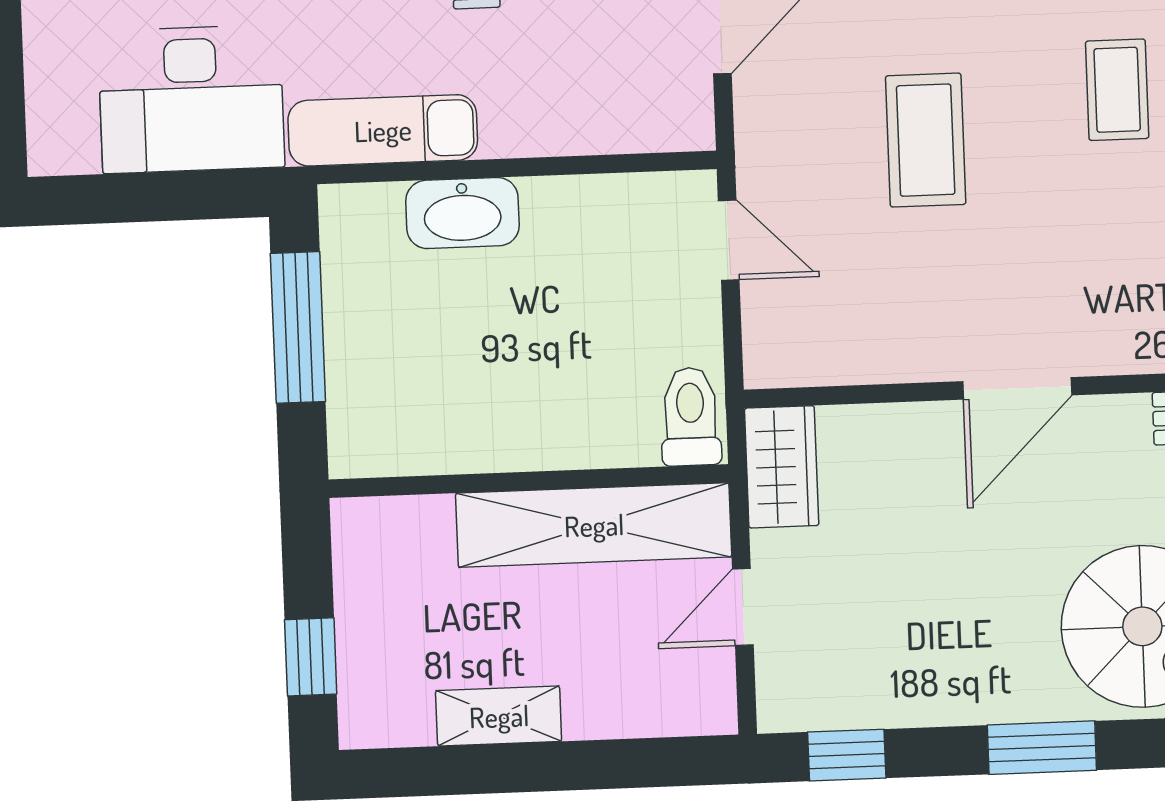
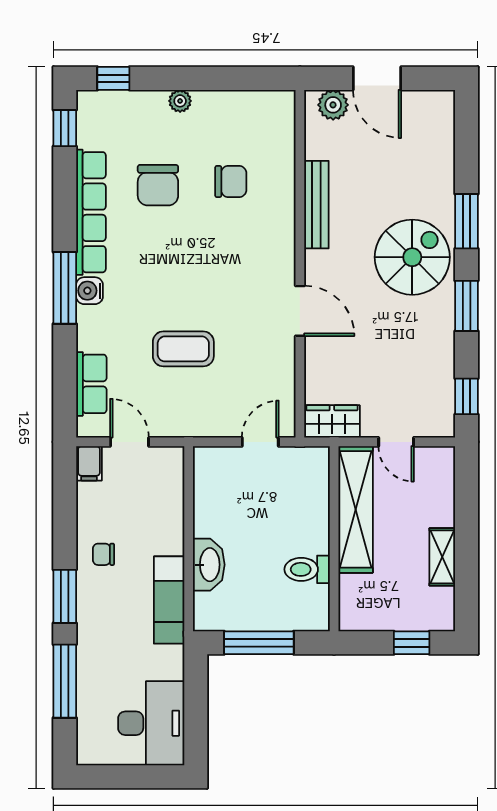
coffee table: (1117, 90) -> (163, 259), removed
desk: (191, 99) -> (151, 723), moved
door: (729, 240) -> (260, 442), moved
toilet: (690, 417) -> (307, 569), moved

